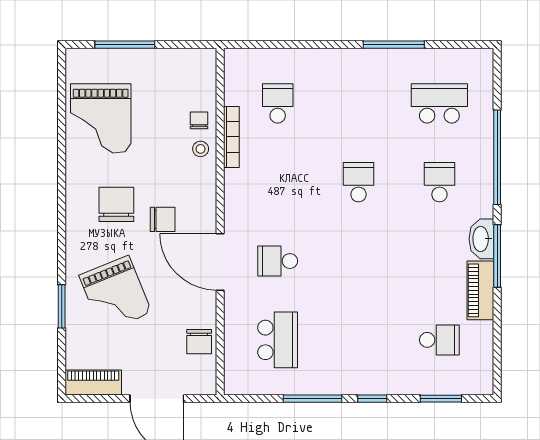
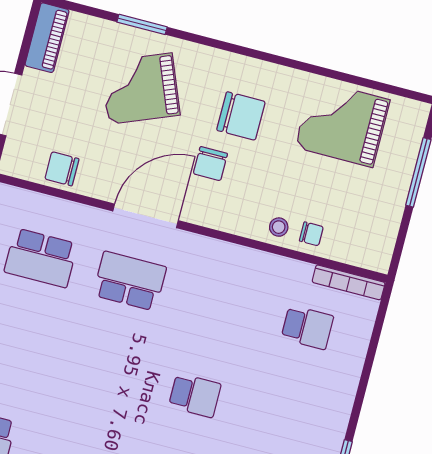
bookcase: (231, 137) -> (349, 282), moved
school desk: (278, 261) -> (130, 281), width x1.85

